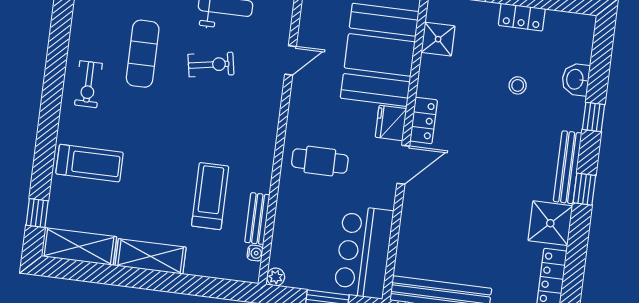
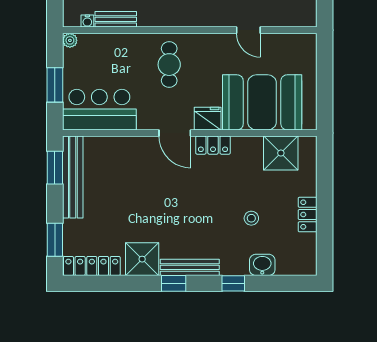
shower: (438, 39) -> (281, 153), width x1.36, depth x1.36

